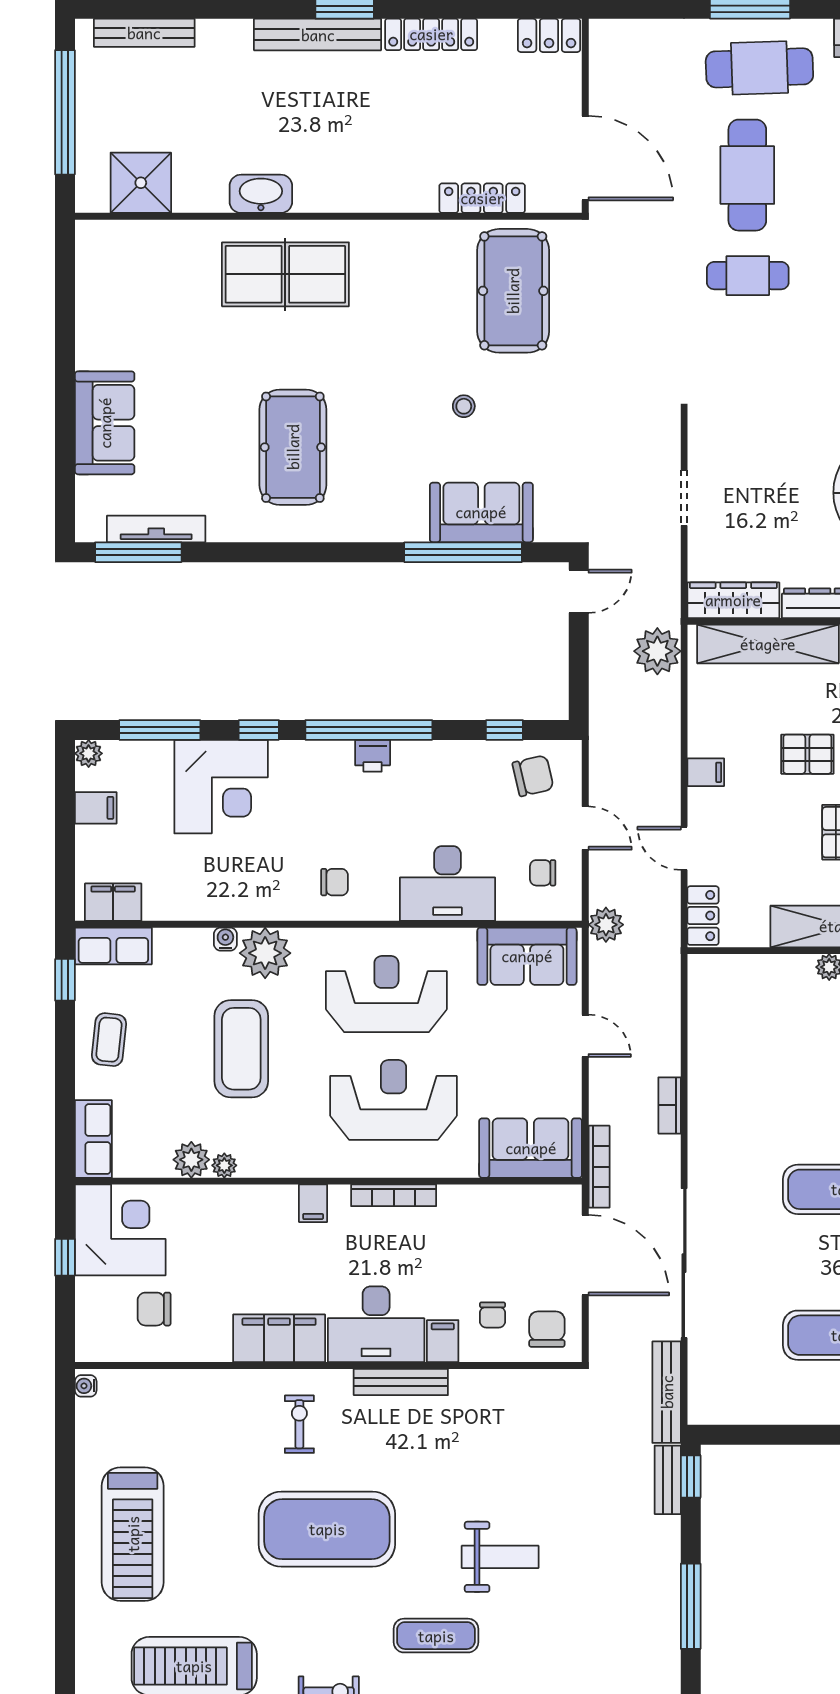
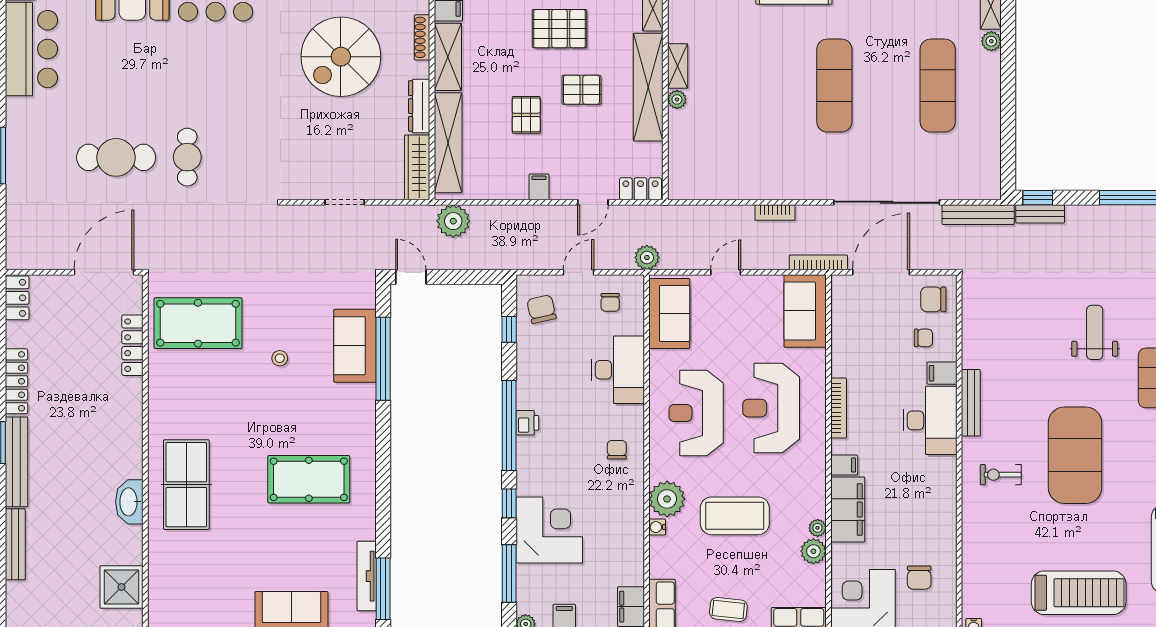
bench: (144, 33) -> (15, 544), moved
cafe table: (759, 68) -> (40, 149), removed
filing cabinet: (279, 1338) -> (848, 509), moved, turned 180

